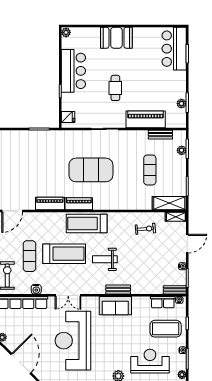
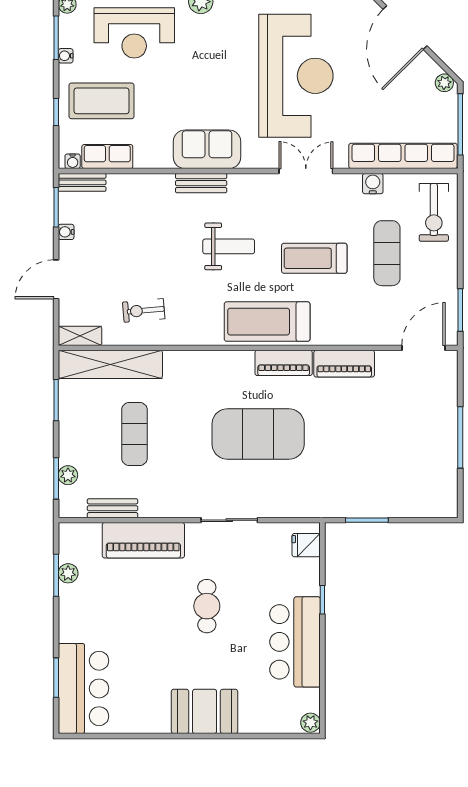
shelving: (169, 203) -> (110, 364), width x1.47
treadmill: (87, 224) -> (267, 322), turned 180
treadmill: (64, 254) -> (314, 258), width x0.73, depth x0.73

